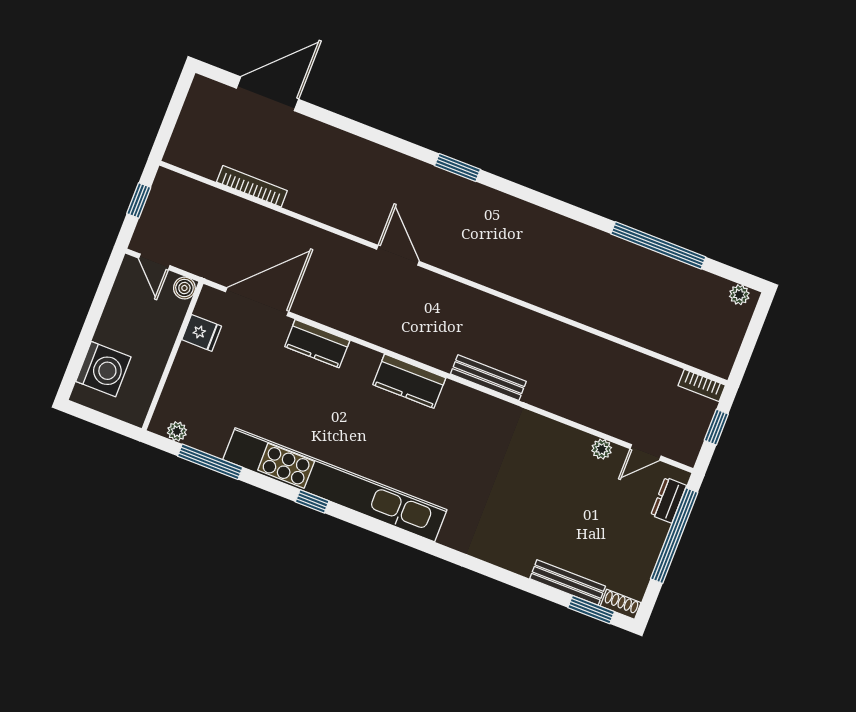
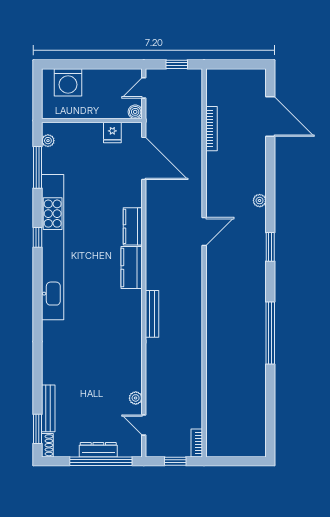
window: (658, 245) -> (270, 333), moved
plant: (739, 295) -> (260, 201), moved
kitchen counter: (317, 344) -> (133, 226), moved
dresser: (669, 500) -> (98, 450), moved, width x1.44

